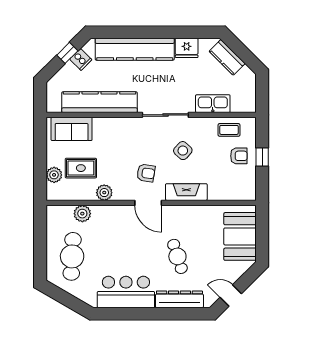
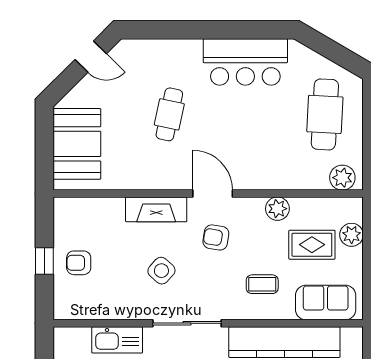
coffee table: (229, 130) -> (262, 284), moved
plant: (82, 214) -> (342, 178), moved
cafe table: (177, 256) -> (169, 114), turned 30
dresser: (179, 299) -> (166, 51), removed

